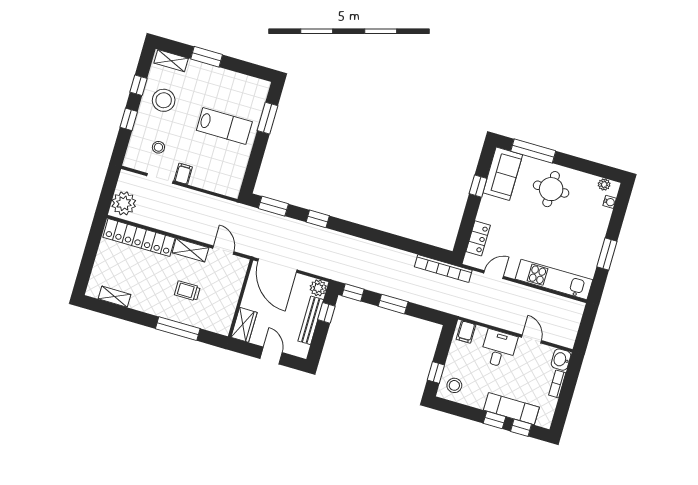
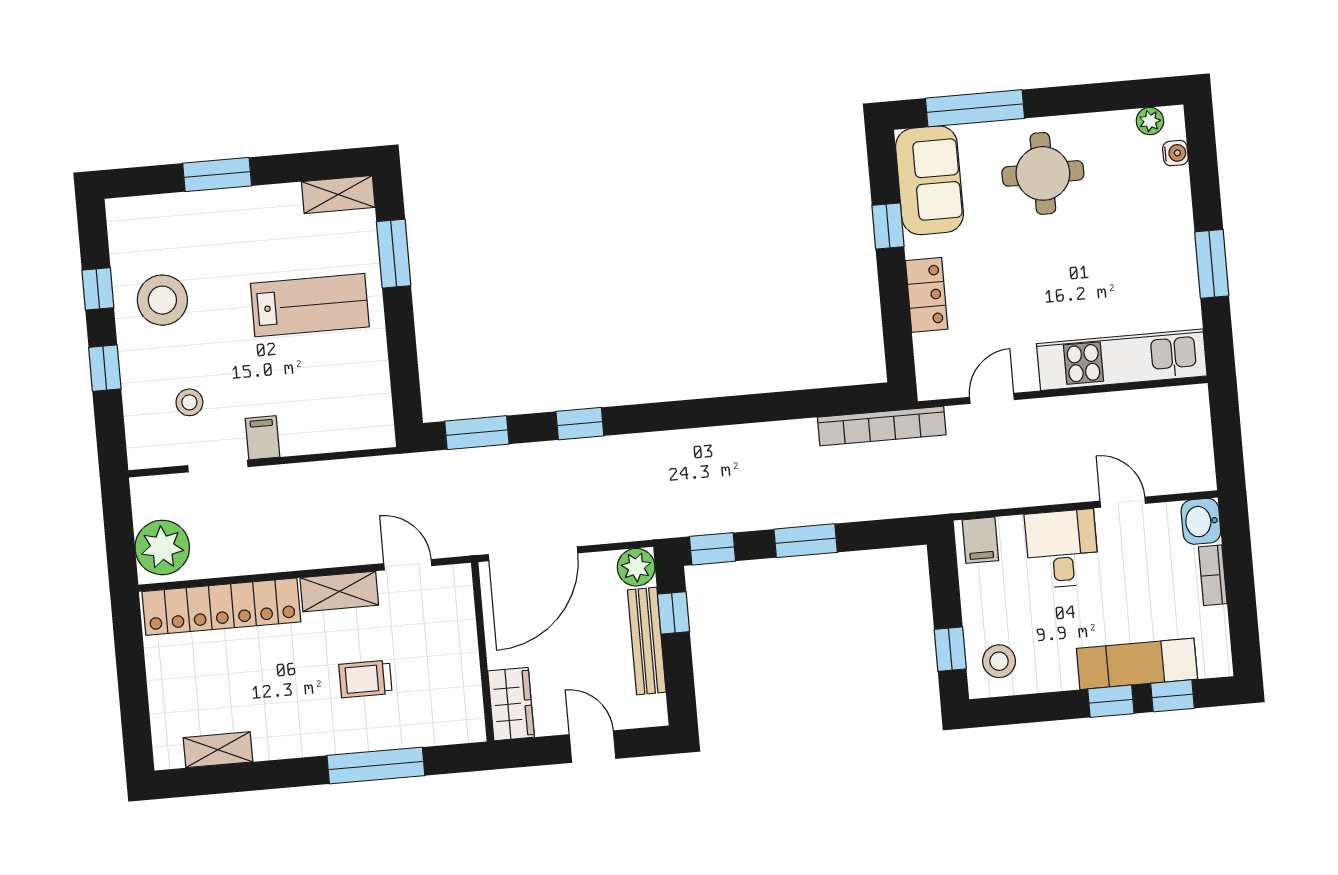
shelving: (171, 61) -> (338, 194), moved
locker: (478, 238) -> (927, 295), moved
door: (277, 266) -> (533, 554), hinge flipped

